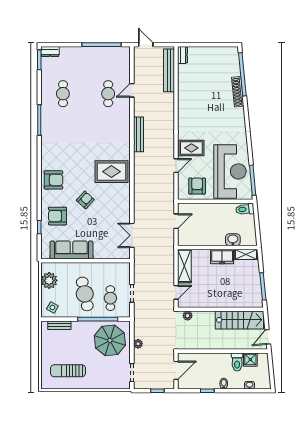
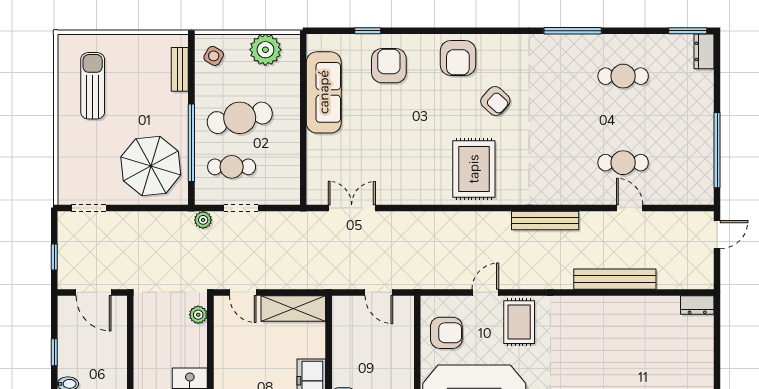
bench: (169, 70) -> (615, 279), moved
door: (176, 166) -> (485, 292), swing flipped
armchair: (85, 200) -> (495, 101), moved
plant: (138, 344) -> (203, 220), moved

